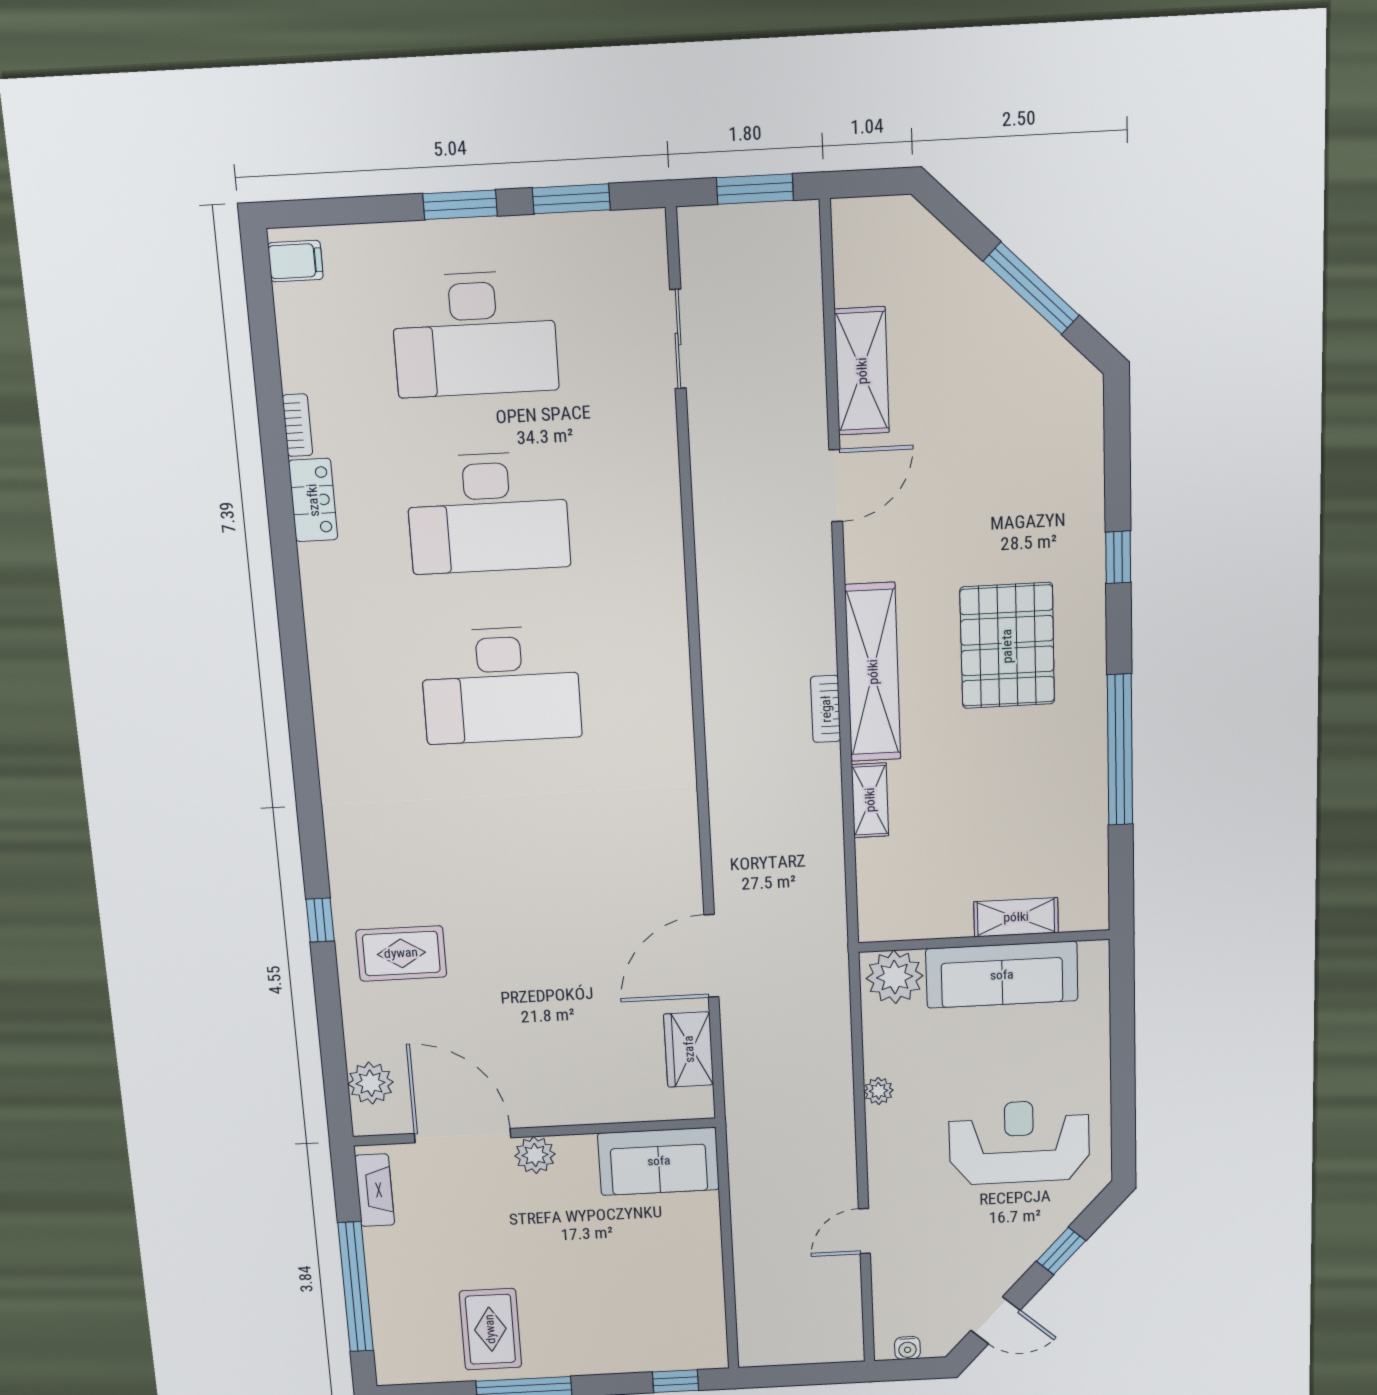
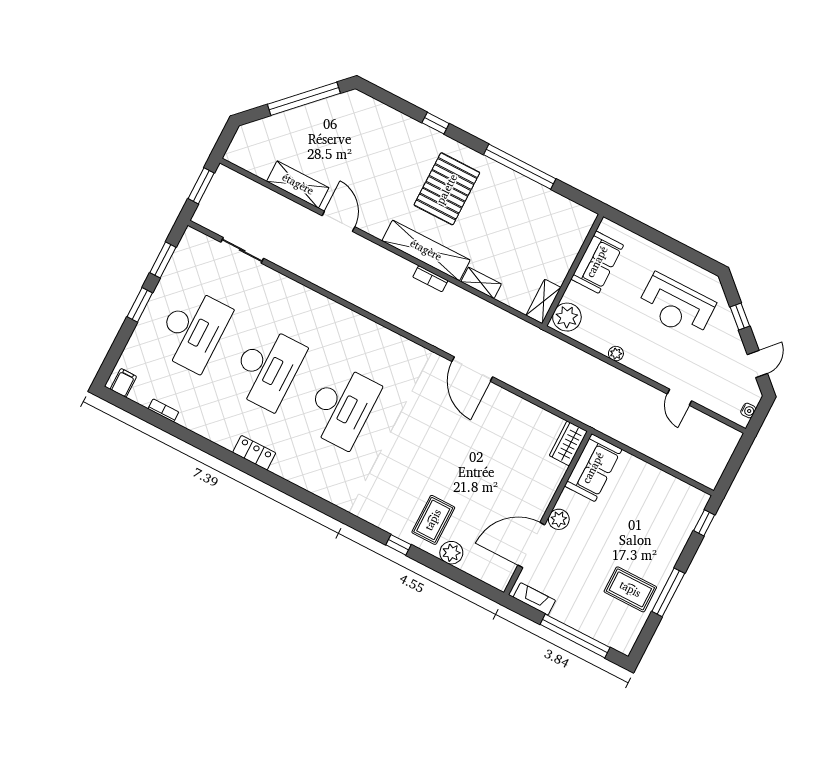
window: (1031, 288) -> (304, 99), width x1.46
bookcase: (297, 425) -> (163, 410), moved
locker: (313, 500) -> (254, 453), moved
pallet: (1007, 646) -> (447, 189), turned 90
shelving: (1016, 917) -> (543, 301), moved
door: (711, 956) -> (472, 369), moved
sofa: (1002, 975) -> (597, 262), width x0.73
wardrobe: (689, 1049) -> (568, 443), moved, turned 90
plant: (371, 1083) -> (451, 553), moved
reception desk: (1019, 1142) -> (676, 306), turned -90

